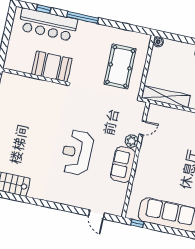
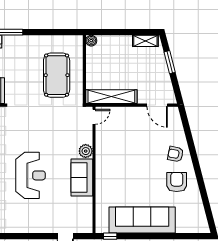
door: (142, 128) -> (94, 117), moved
reception desk: (77, 152) -> (30, 175), turned 180

